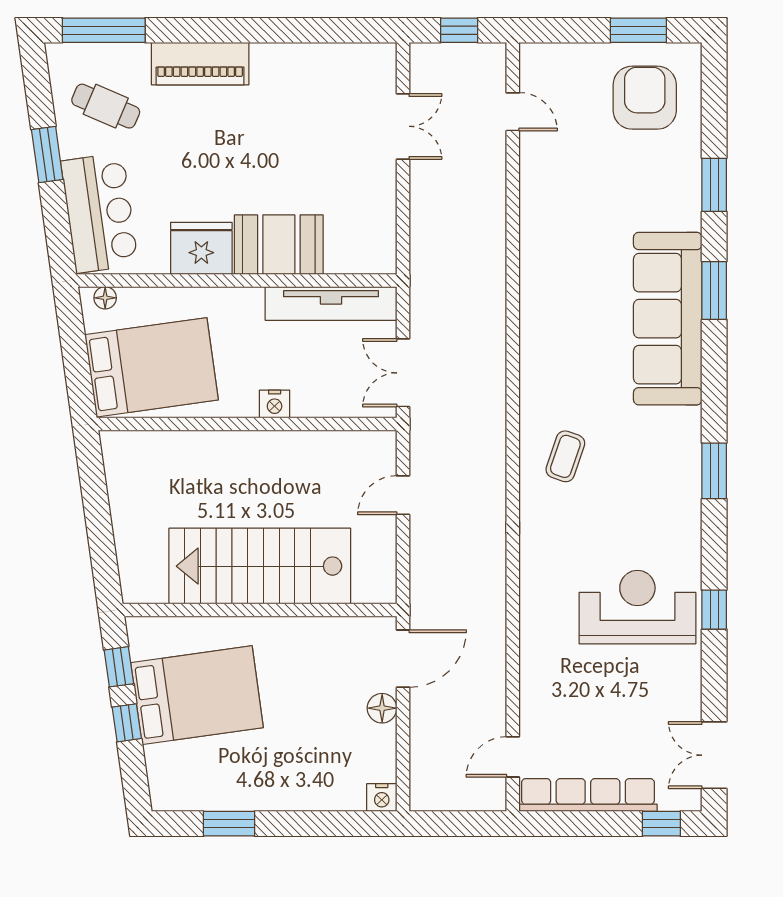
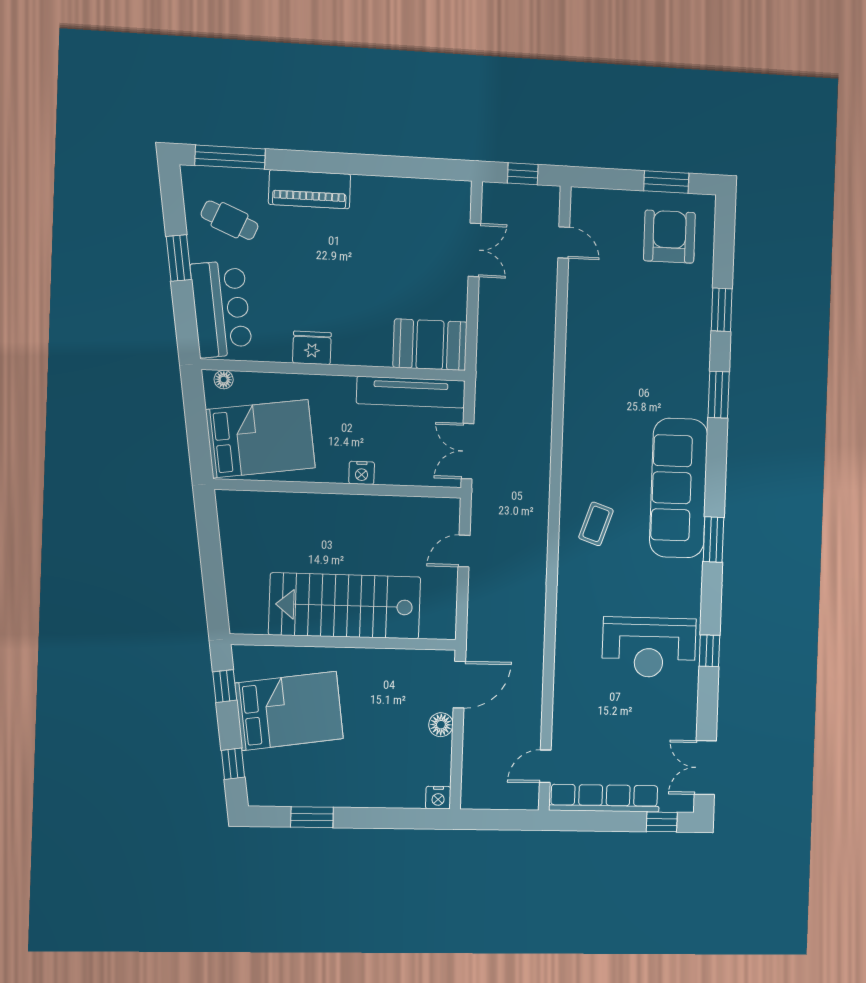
booth: (279, 245) -> (430, 345), moved
fridge: (201, 248) -> (312, 348), width x0.73, depth x0.75
sofa: (668, 319) -> (679, 488), moved
reception desk: (637, 607) -> (649, 647), turned 180
window: (127, 723) -> (233, 764), moved

